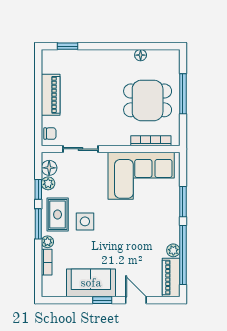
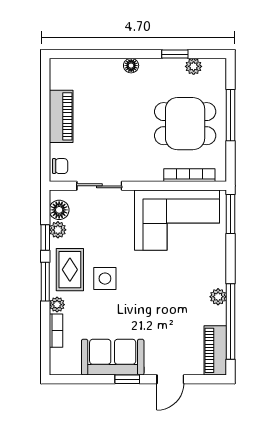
window: (68, 46) -> (175, 54), moved
floor lamp: (141, 55) -> (131, 66), moved
plant: (154, 56) -> (194, 66), added
window: (183, 202) -> (230, 214), moved
plant: (173, 250) -> (218, 297), moved
door: (136, 300) -> (170, 379), swing flipped

